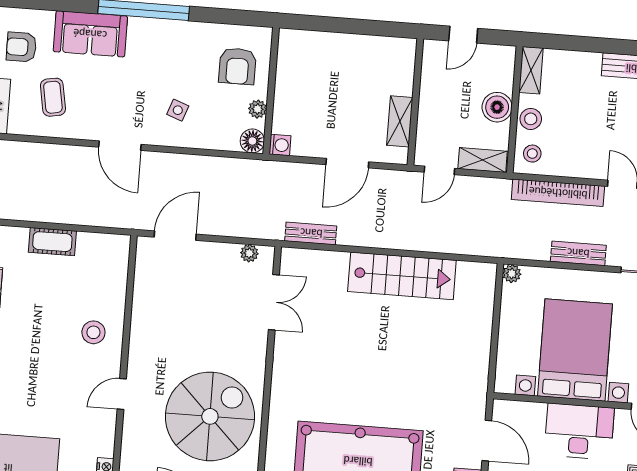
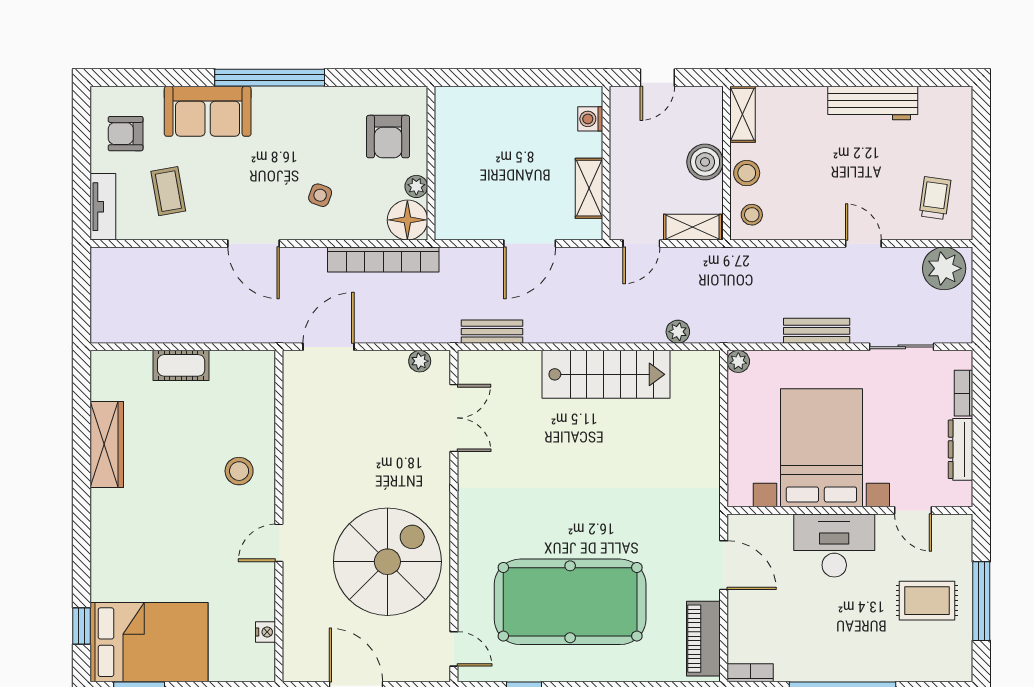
floor lamp: (252, 141) -> (407, 220), width x1.38, depth x1.38
washing machine: (280, 145) -> (590, 119), moved, turned 180
bookcase: (558, 193) -> (383, 260), moved
plant: (464, 245) -> (678, 332), added

